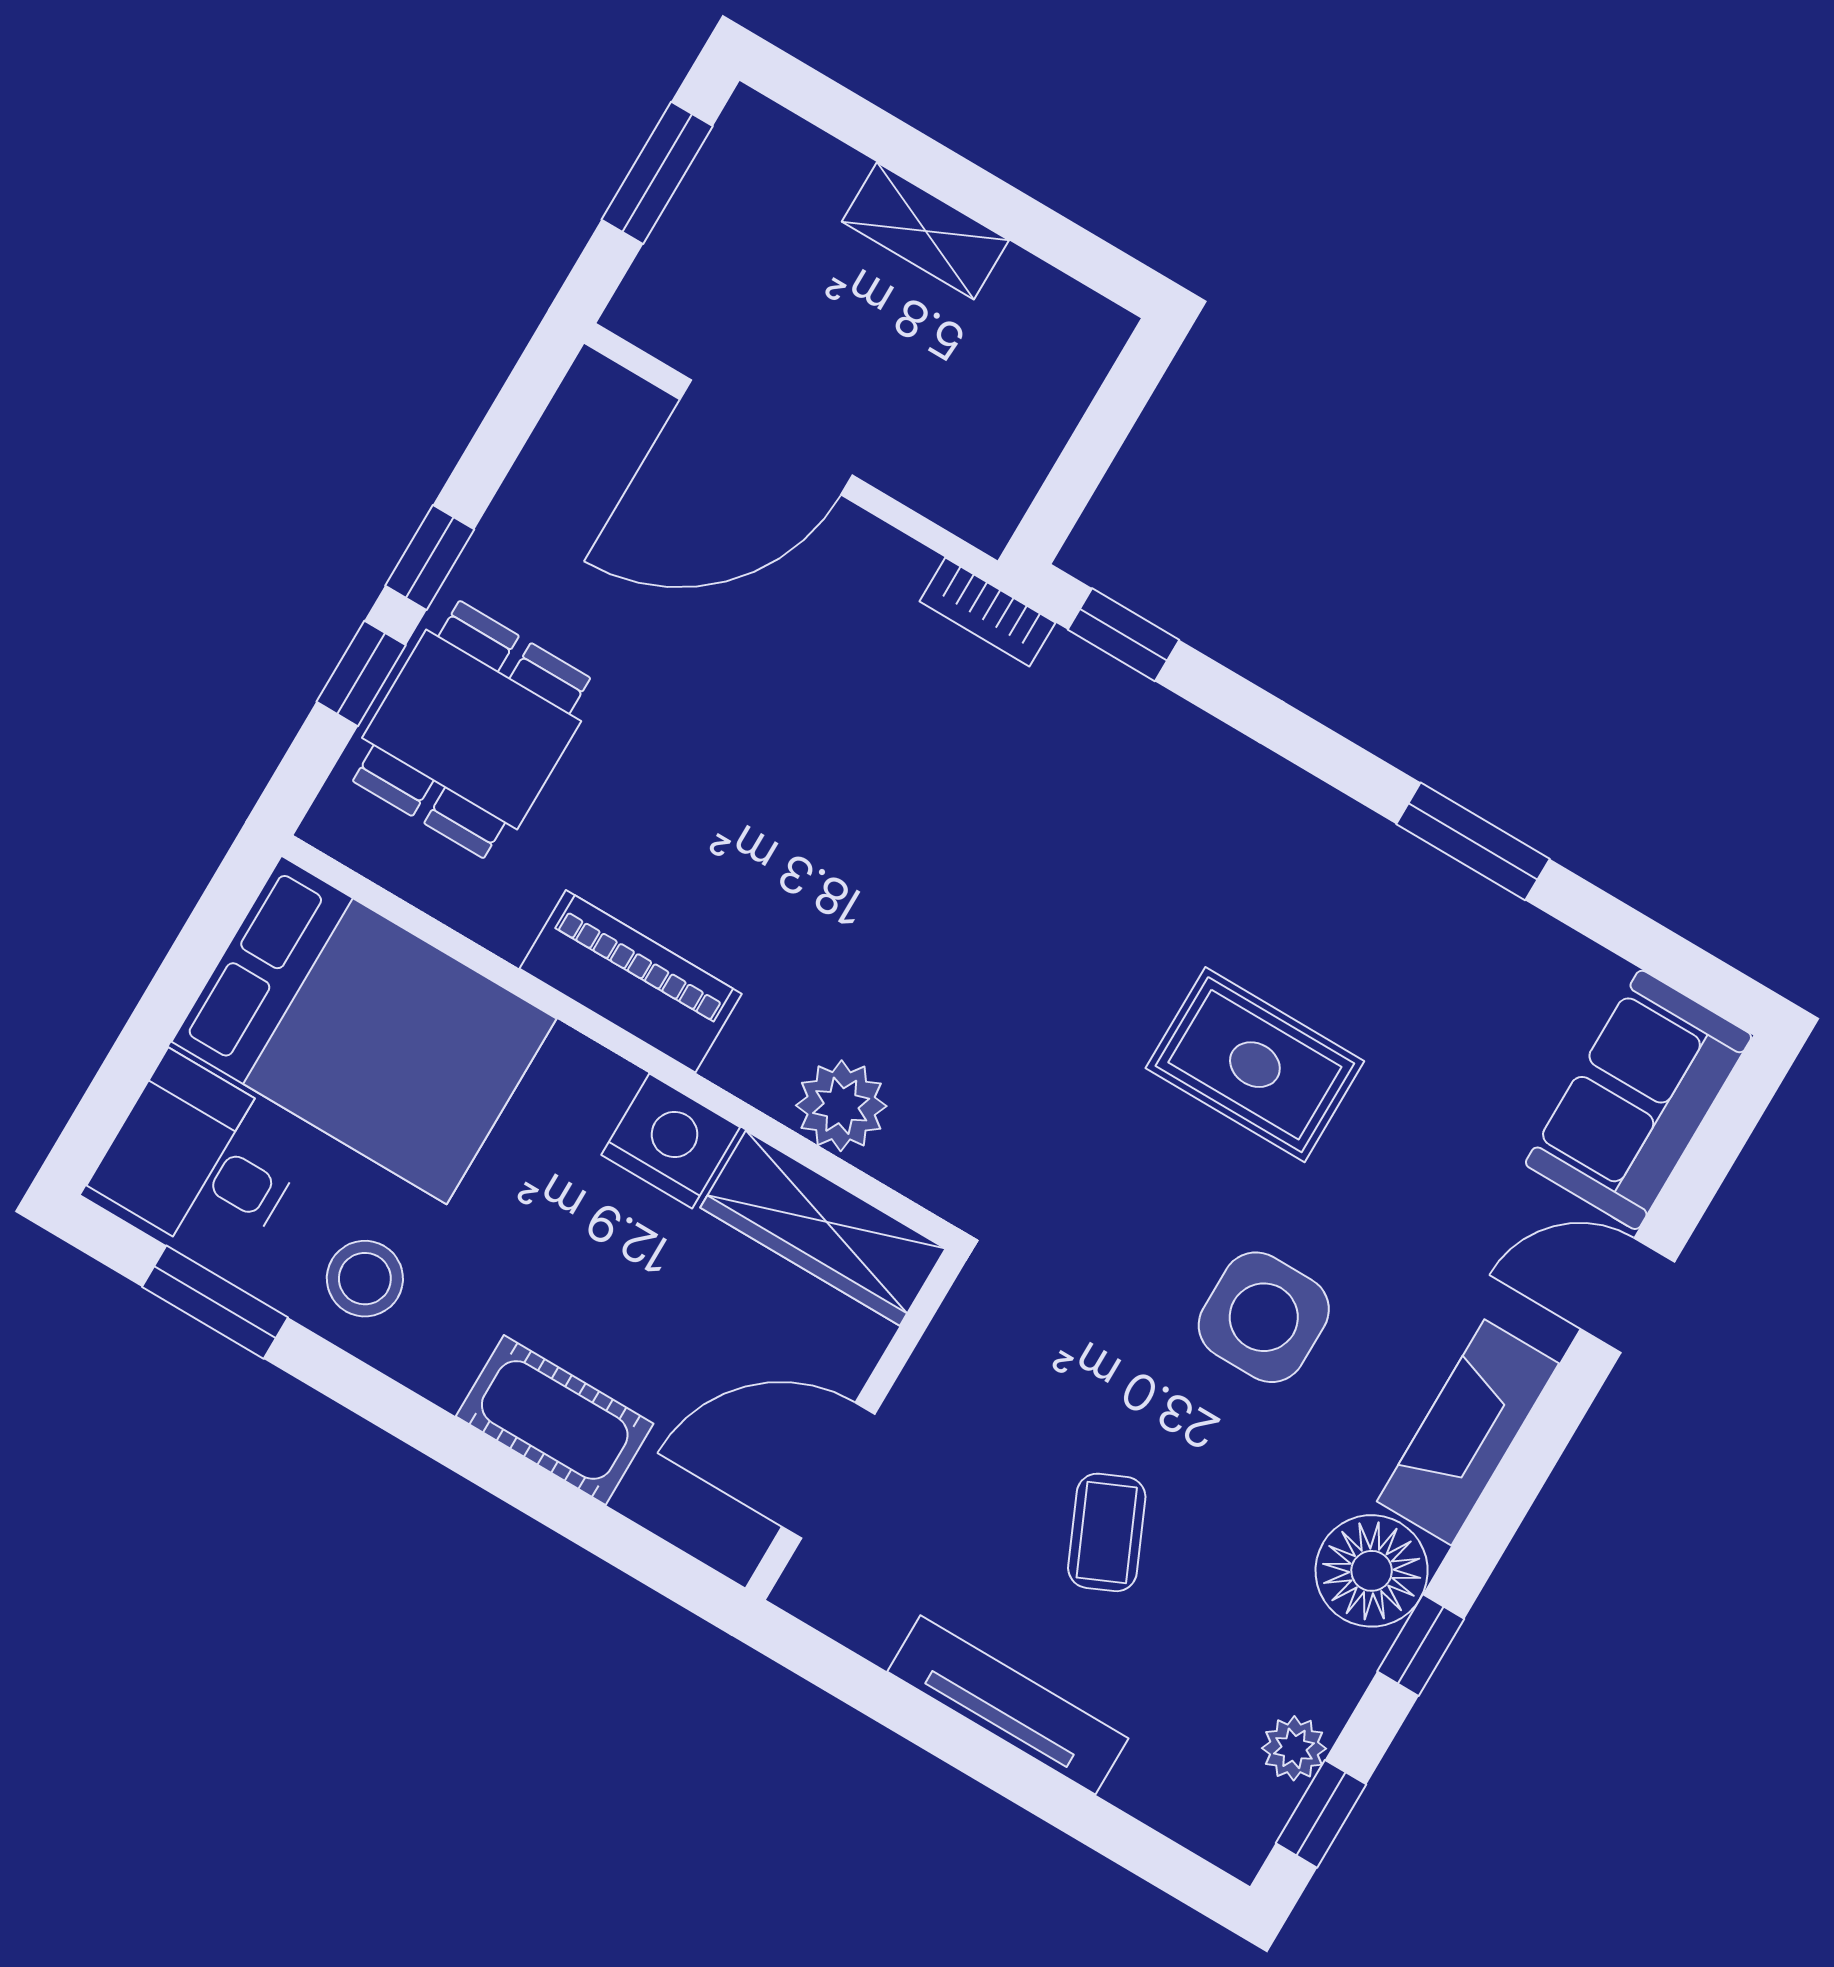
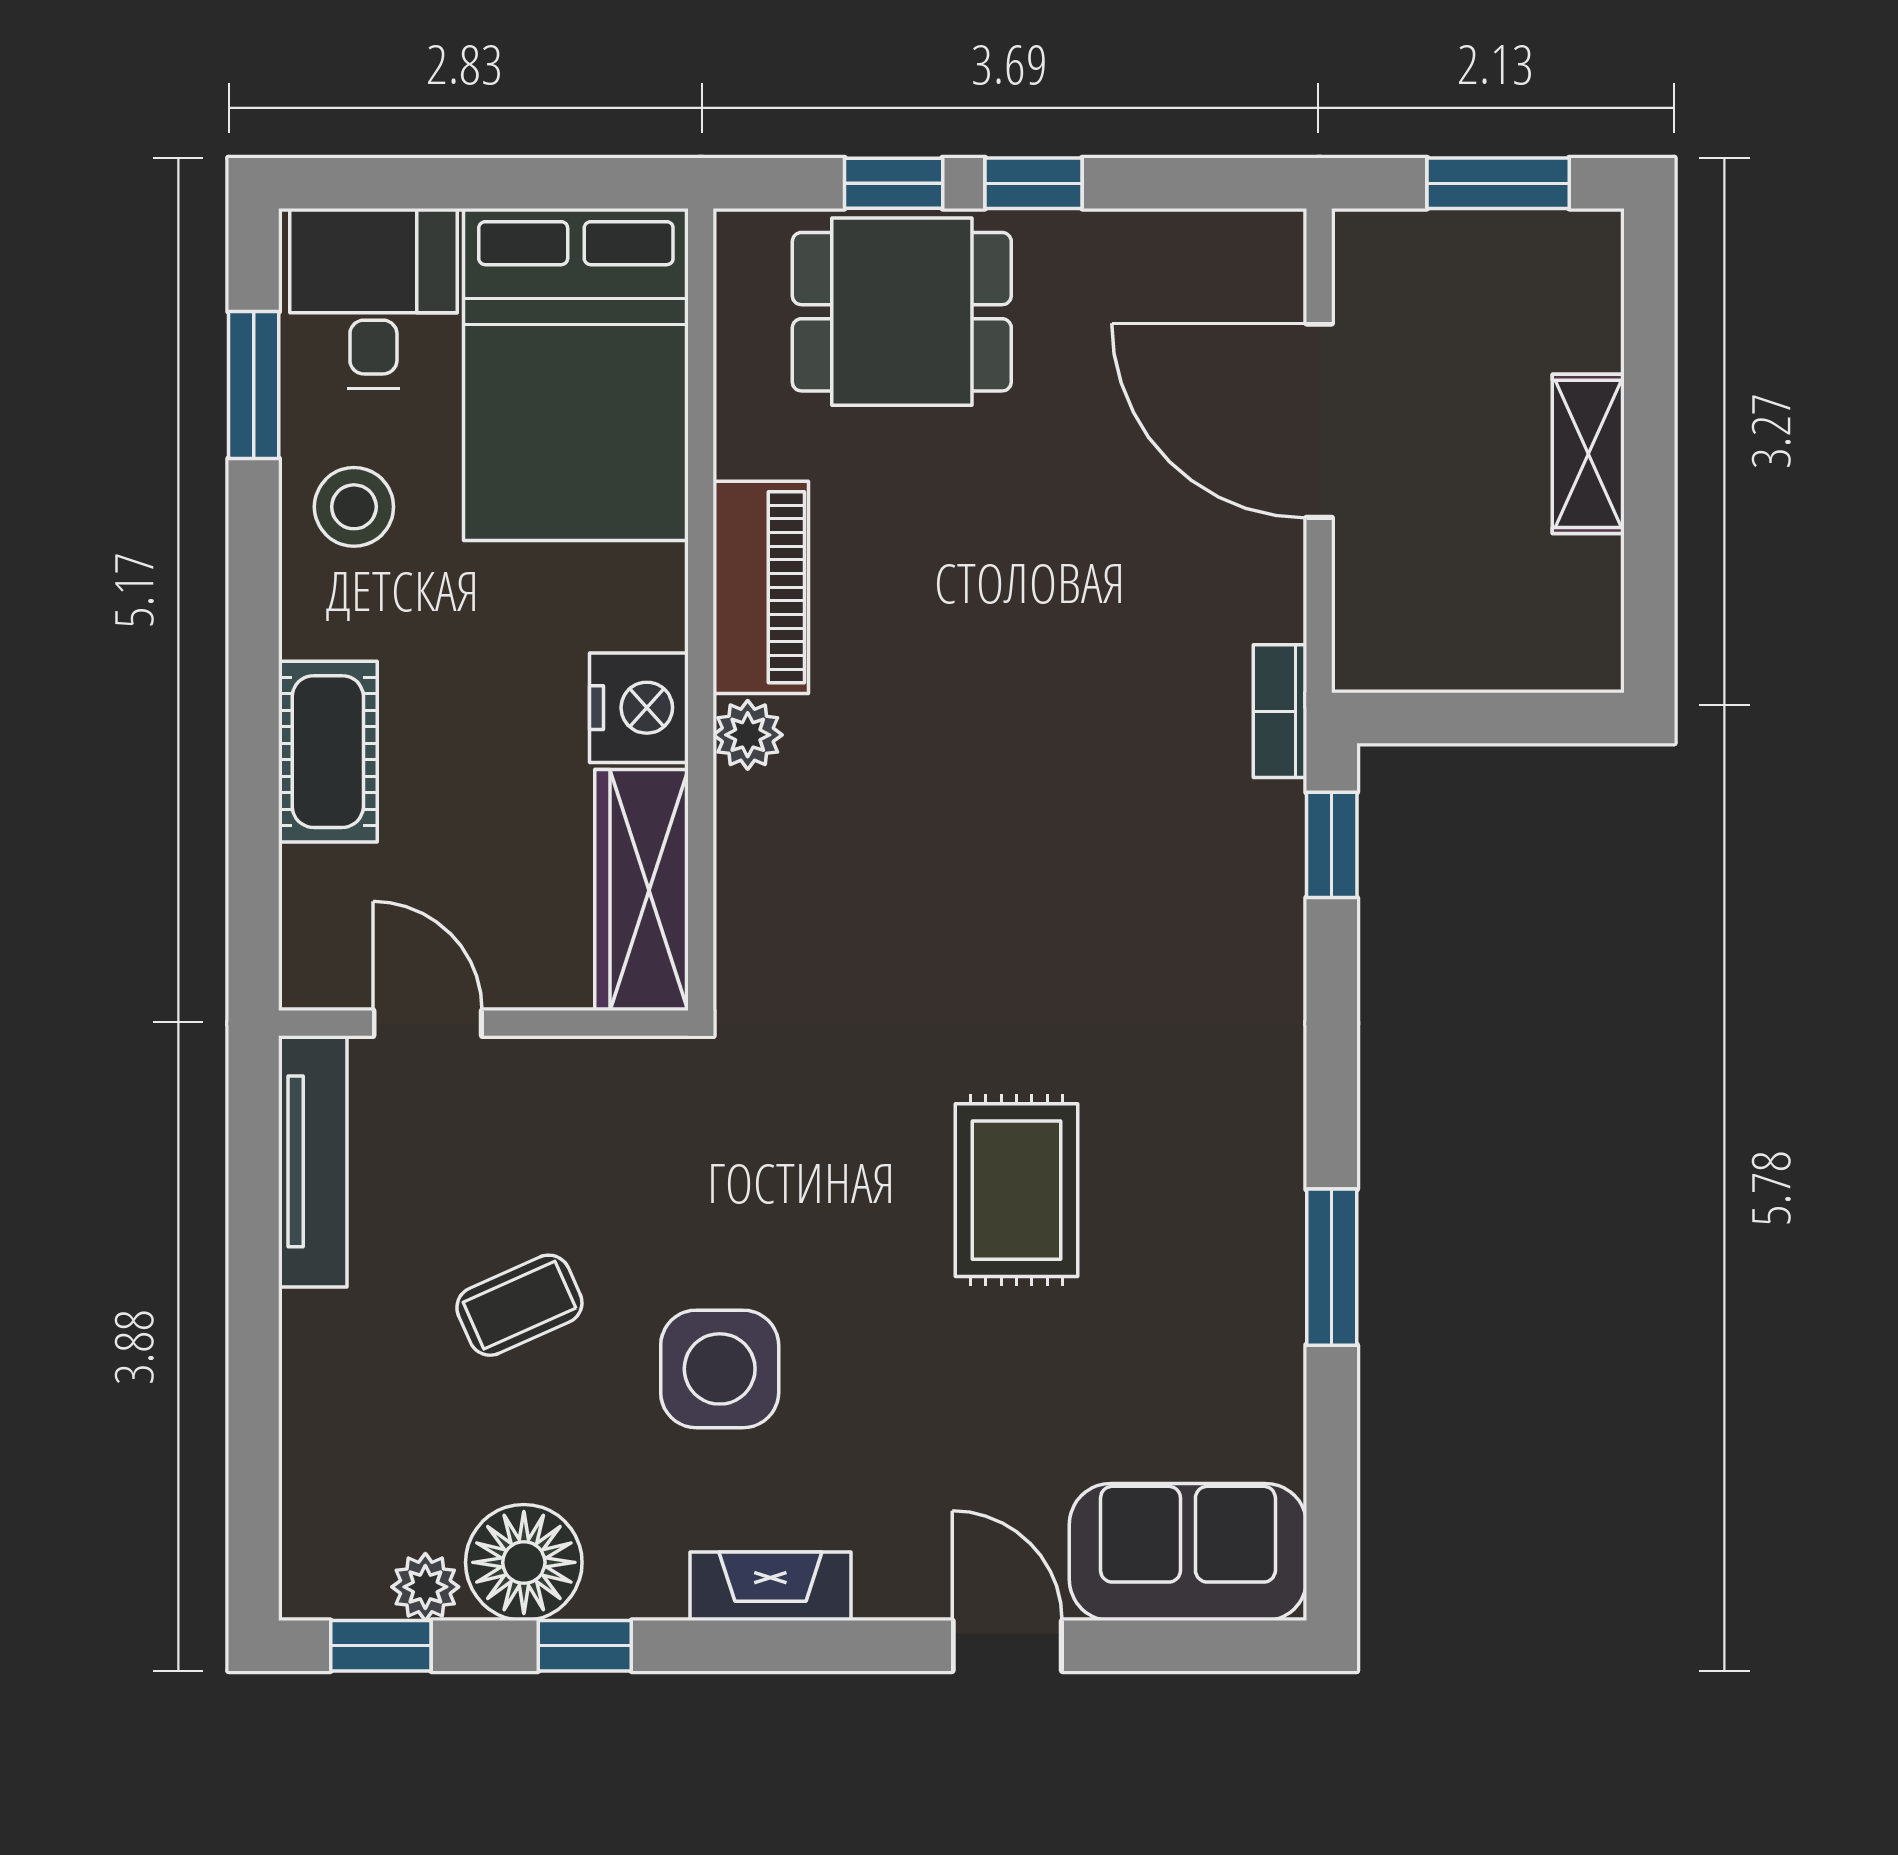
plant: (841, 1106) -> (748, 735), moved, width x0.73, depth x0.73
side table: (1264, 1317) -> (720, 1369), moved
fireplace: (1468, 1432) -> (770, 1586), width x0.73, depth x0.76
door: (828, 1470) -> (428, 1023), width x0.73
floor lamp: (1372, 1571) -> (524, 1562), moved
tv unit: (1008, 1705) -> (313, 1161), moved

